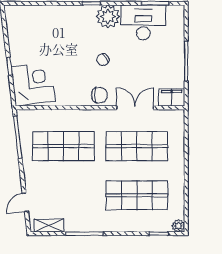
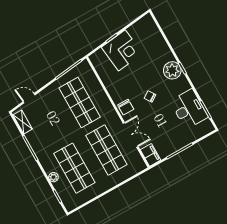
plant: (108, 17) -> (172, 70), moved
corner desk: (33, 84) -> (122, 50), moved
plant: (178, 226) -> (53, 177), moved

